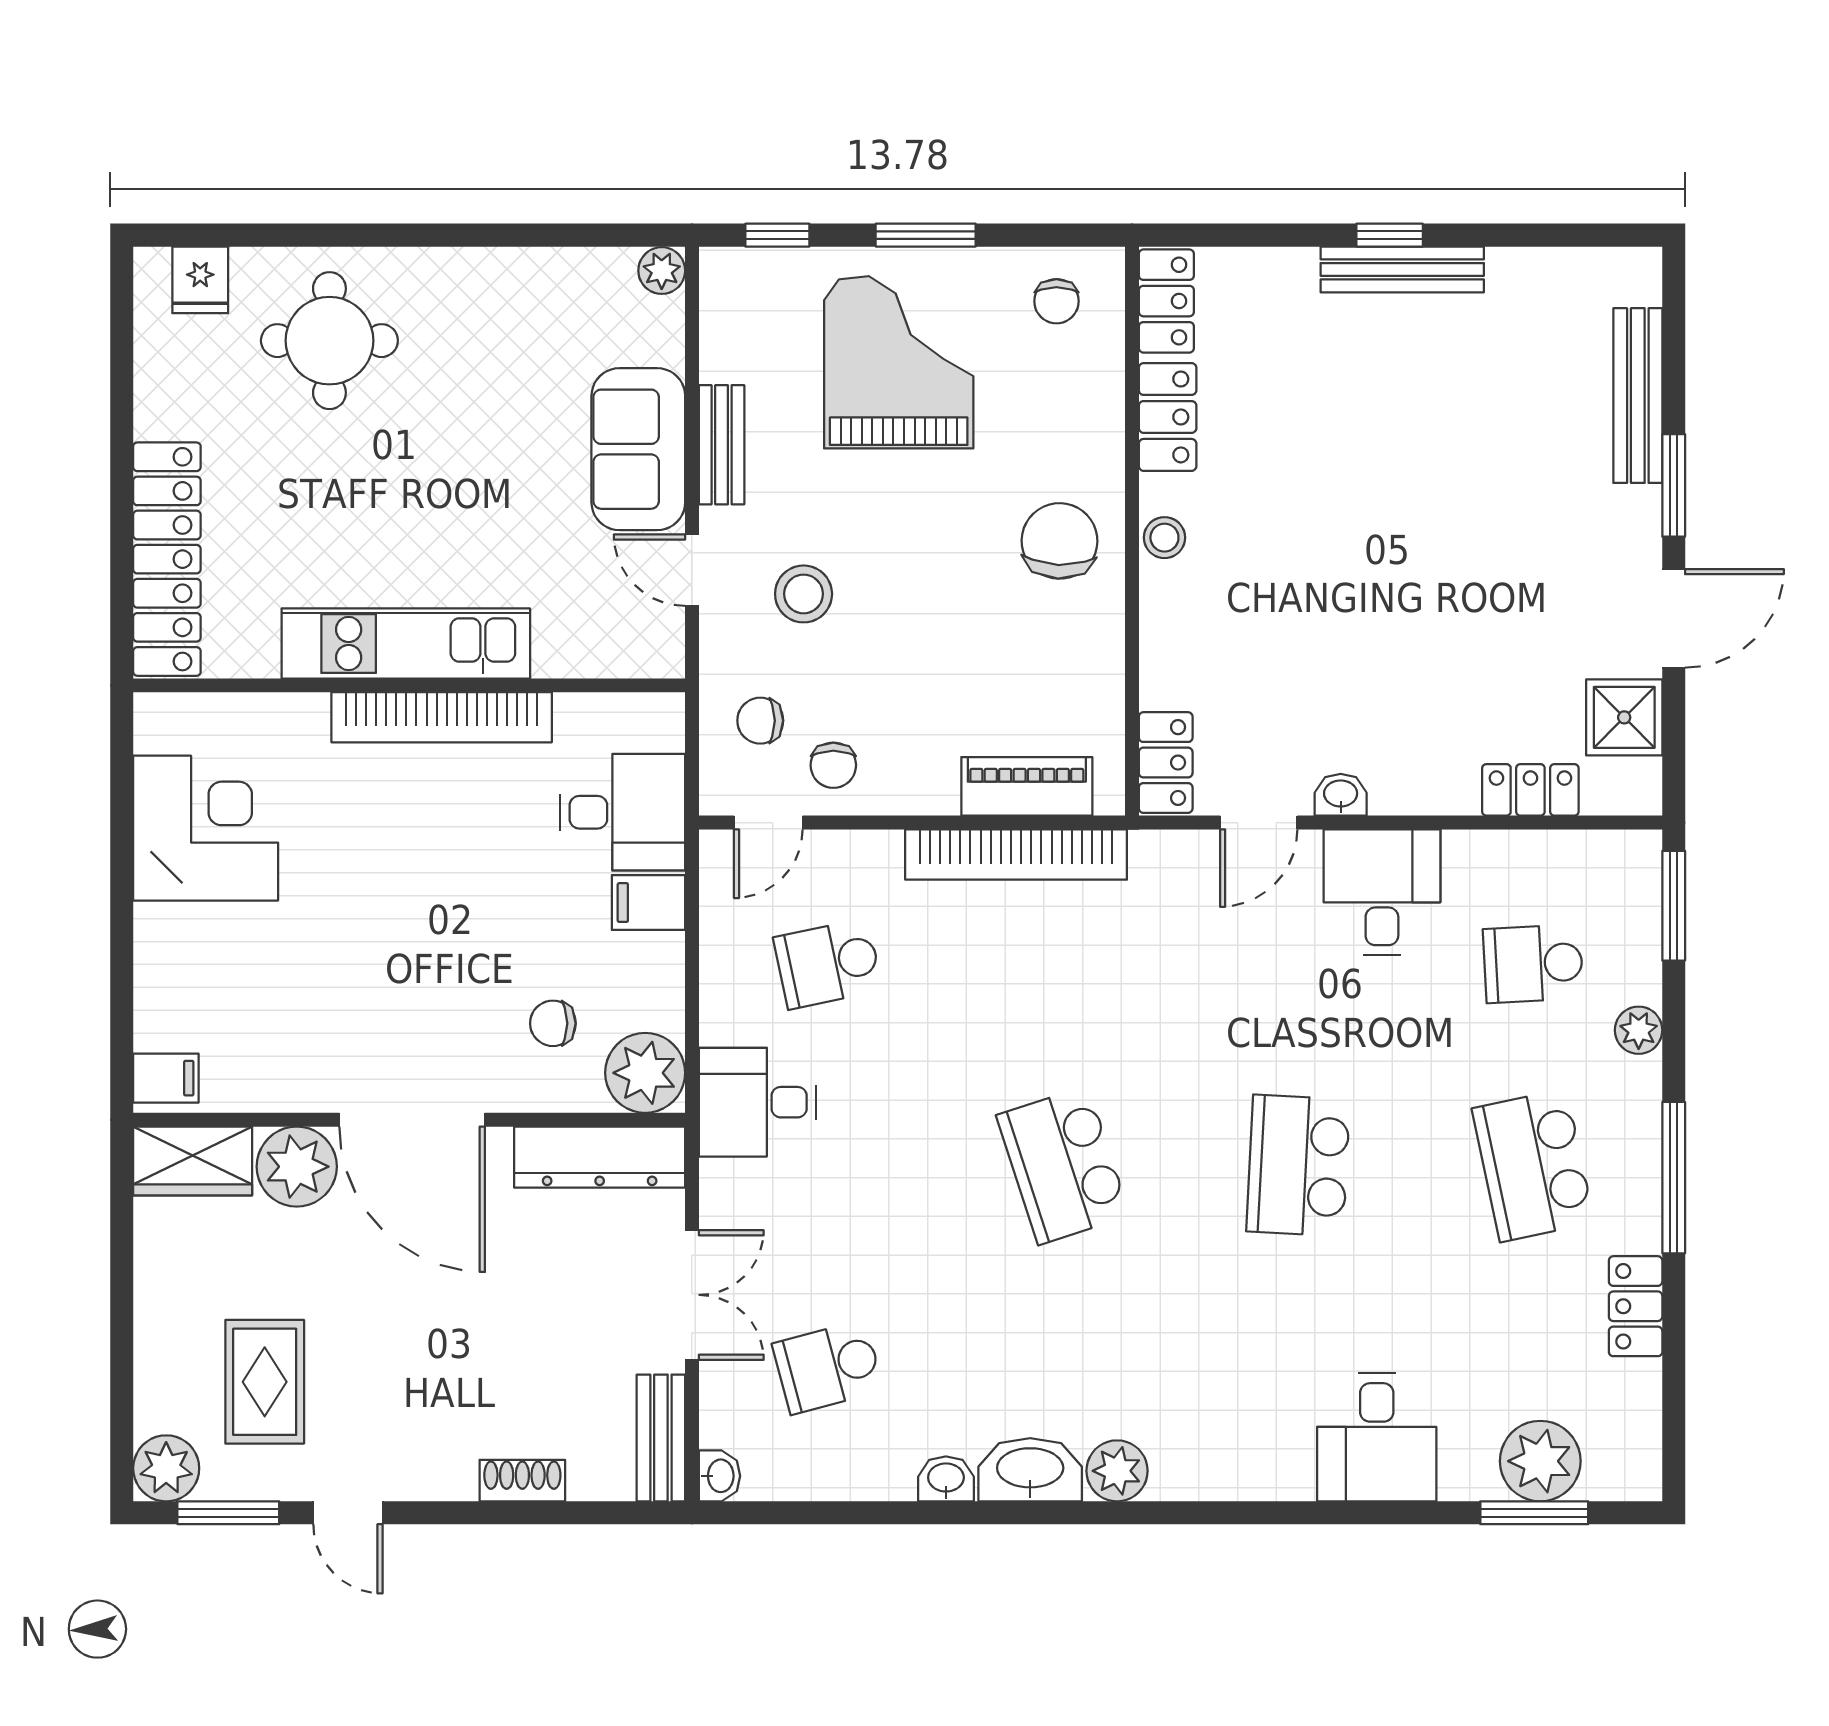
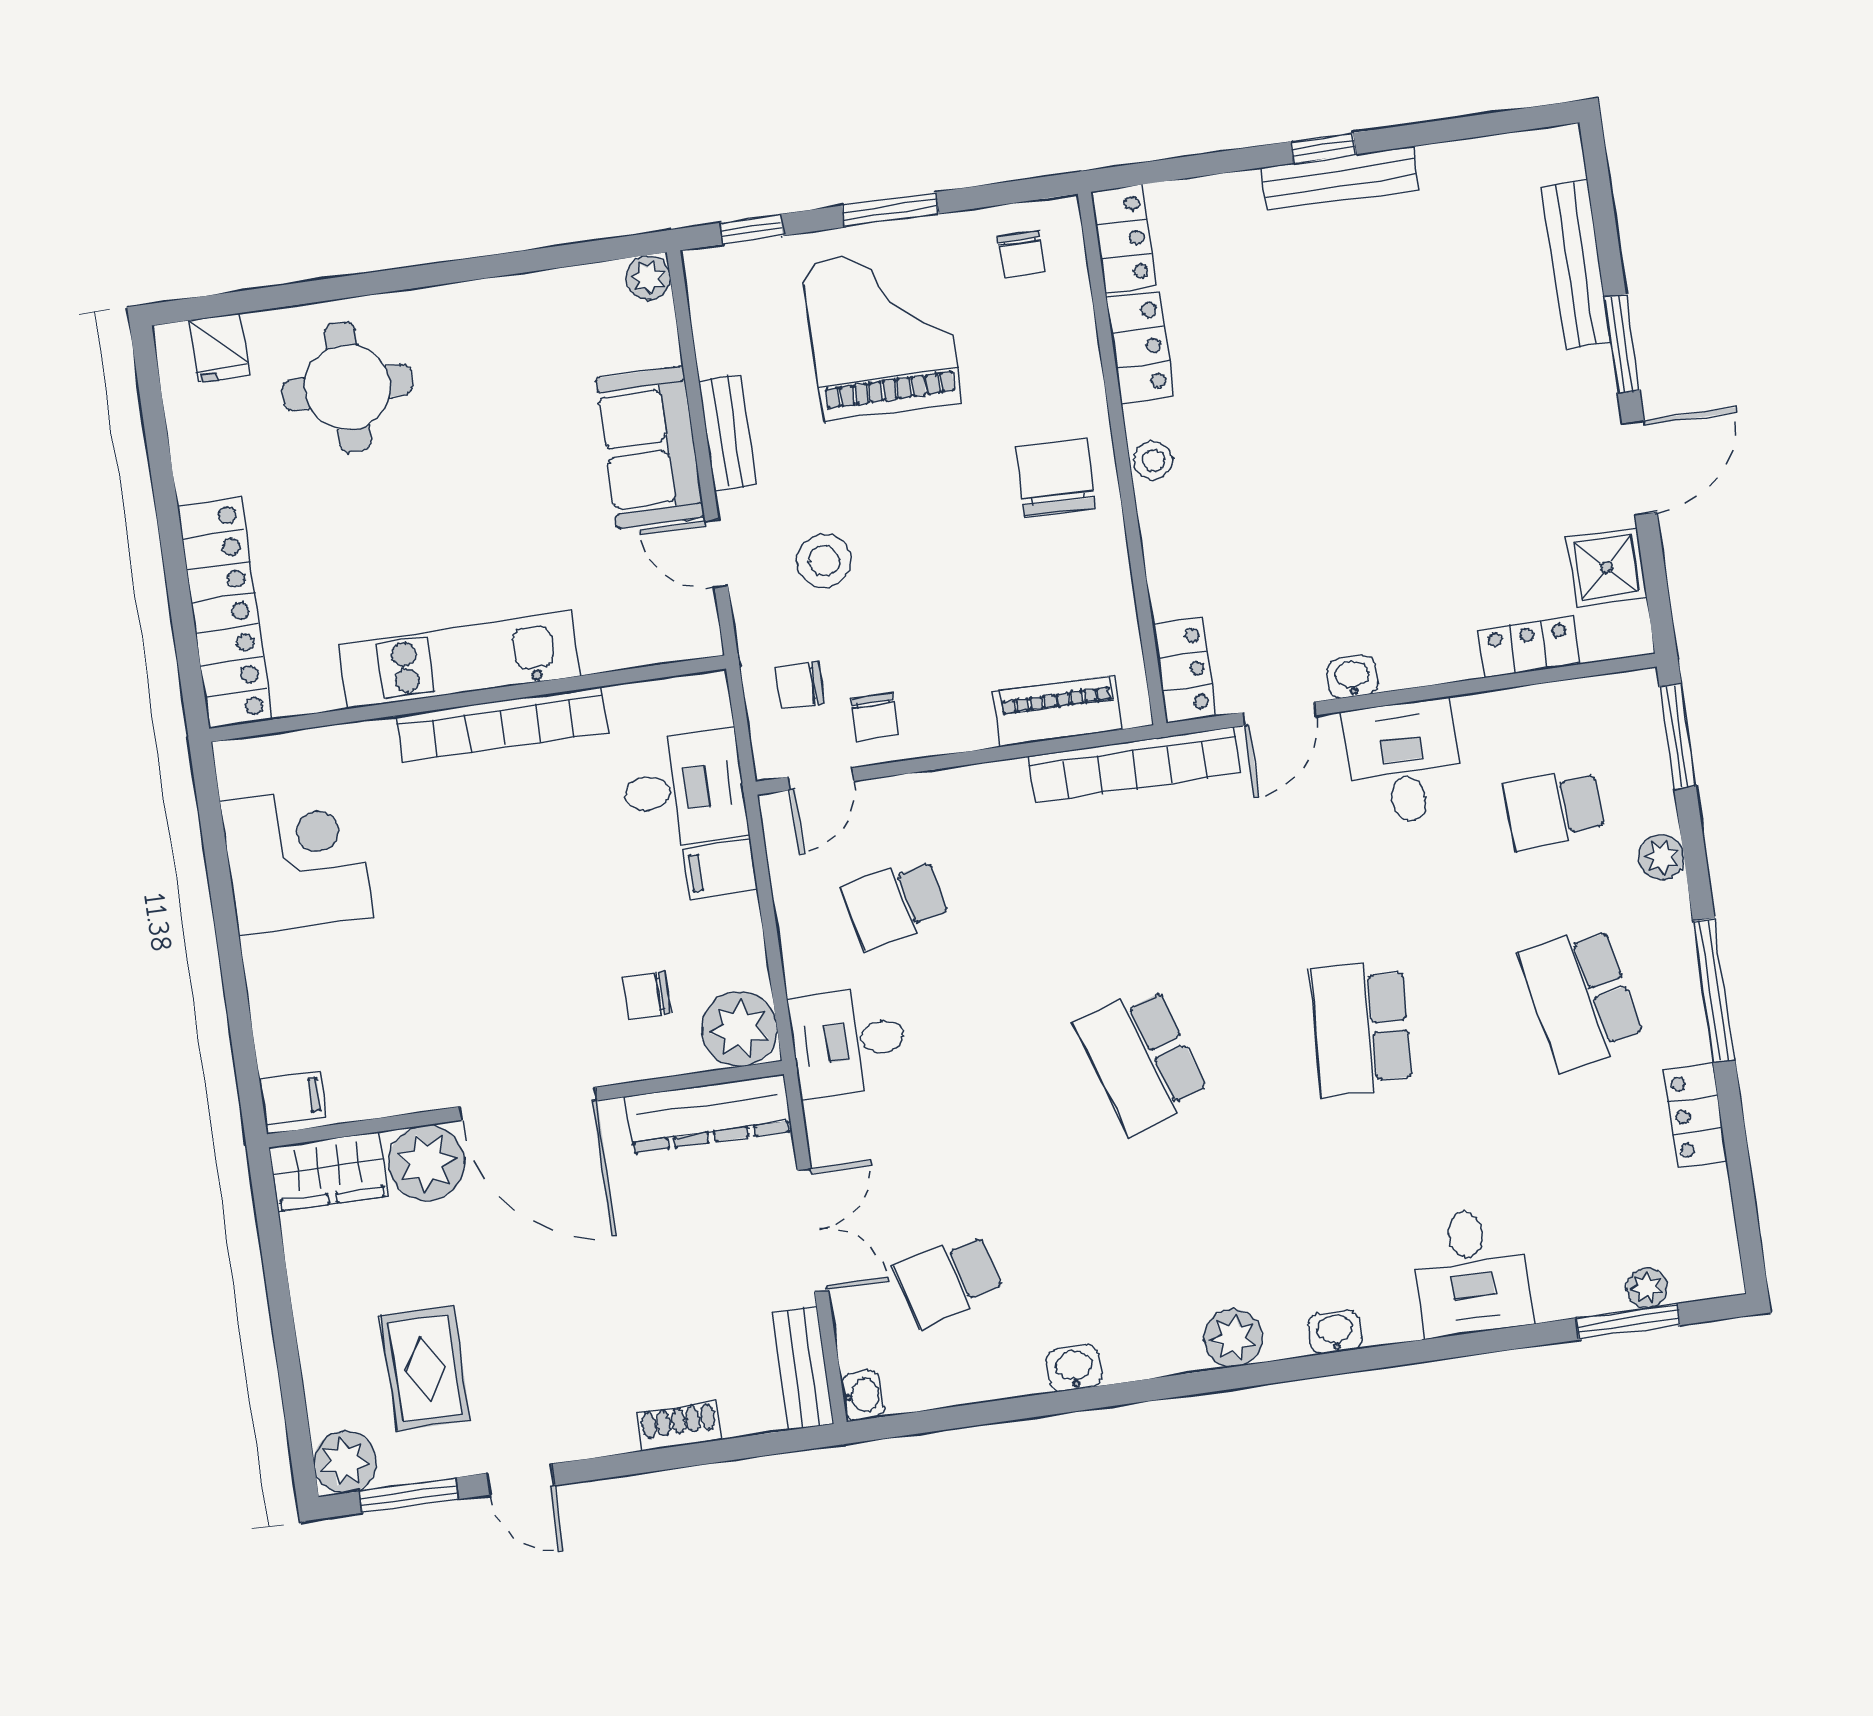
bookcase: (1016, 855) -> (1134, 765), moved
plant: (1540, 1461) -> (1647, 1288), width x0.53, depth x0.53
washbasin: (1030, 1470) -> (1335, 1332), moved, width x0.52, depth x0.69

